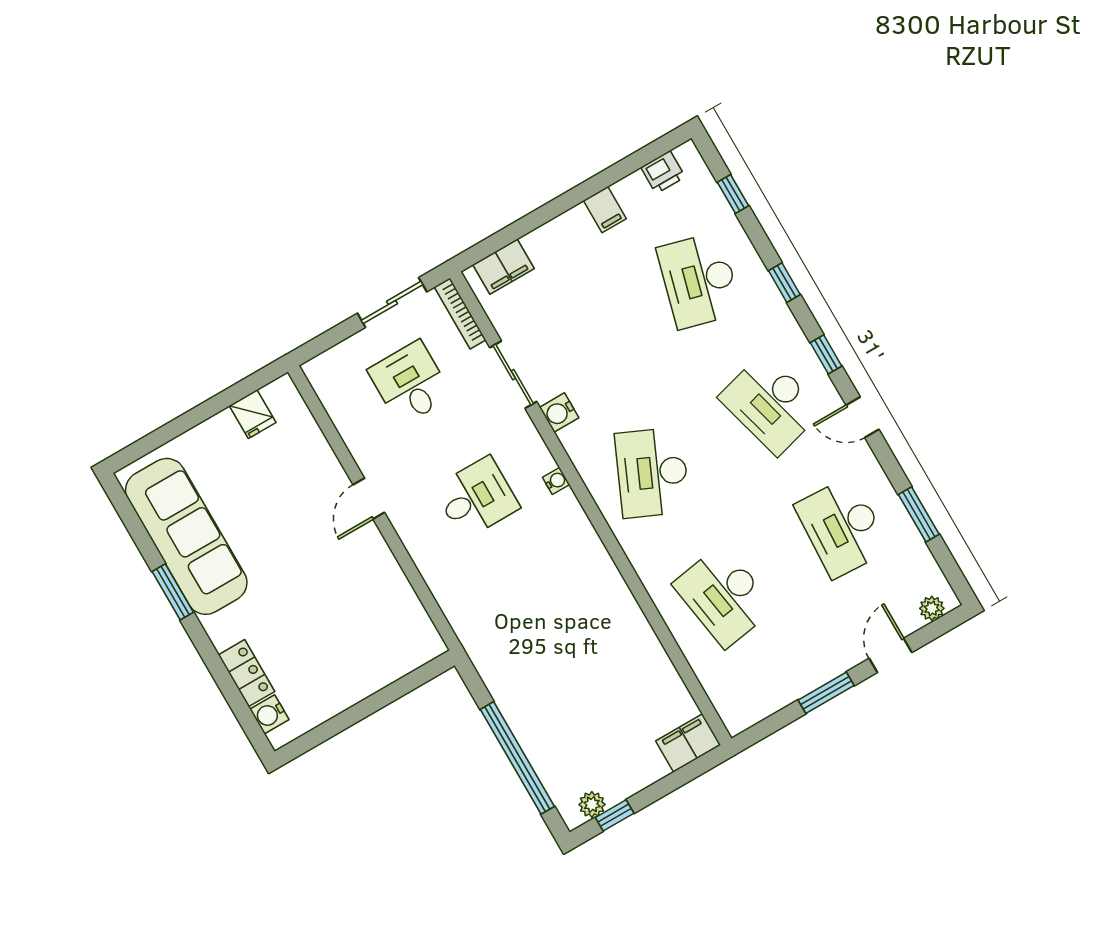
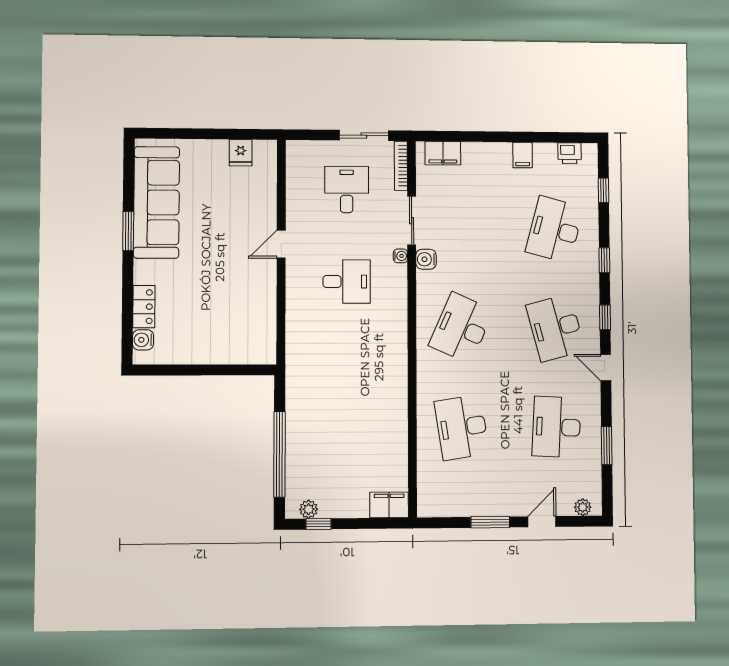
water cooler: (556, 481) -> (400, 256), moved

